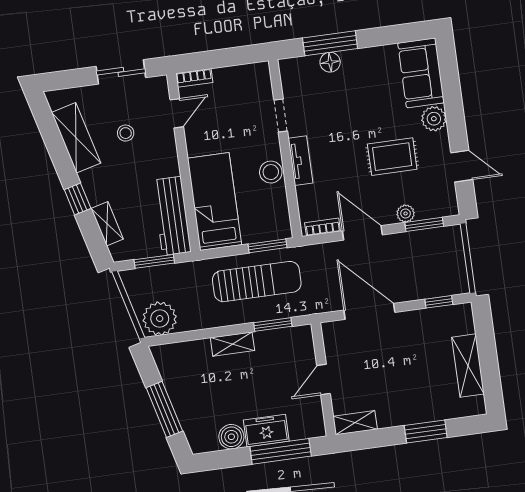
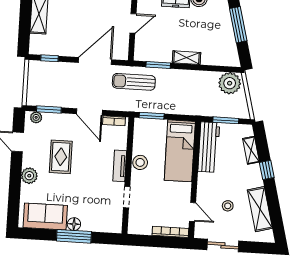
window: (330, 43) -> (74, 236), moved
floor lamp: (330, 62) -> (74, 224), moved
sofa: (421, 73) -> (45, 216), moved, turned -90
bookcase: (194, 78) -> (170, 232), width x1.56
door: (177, 113) -> (193, 212), swing flipped
rug: (392, 157) -> (61, 157), turned 90
plant: (406, 213) -> (36, 117), moved
sun lounger: (257, 282) -> (134, 82), moved, width x0.73, depth x0.75
door: (369, 311) -> (95, 61), swing flipped

